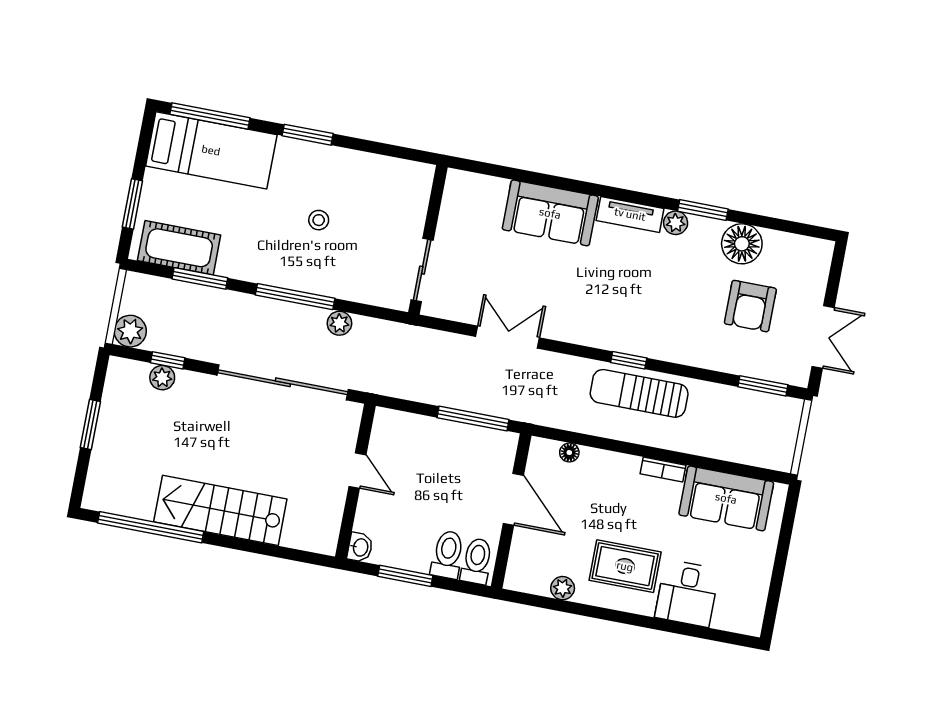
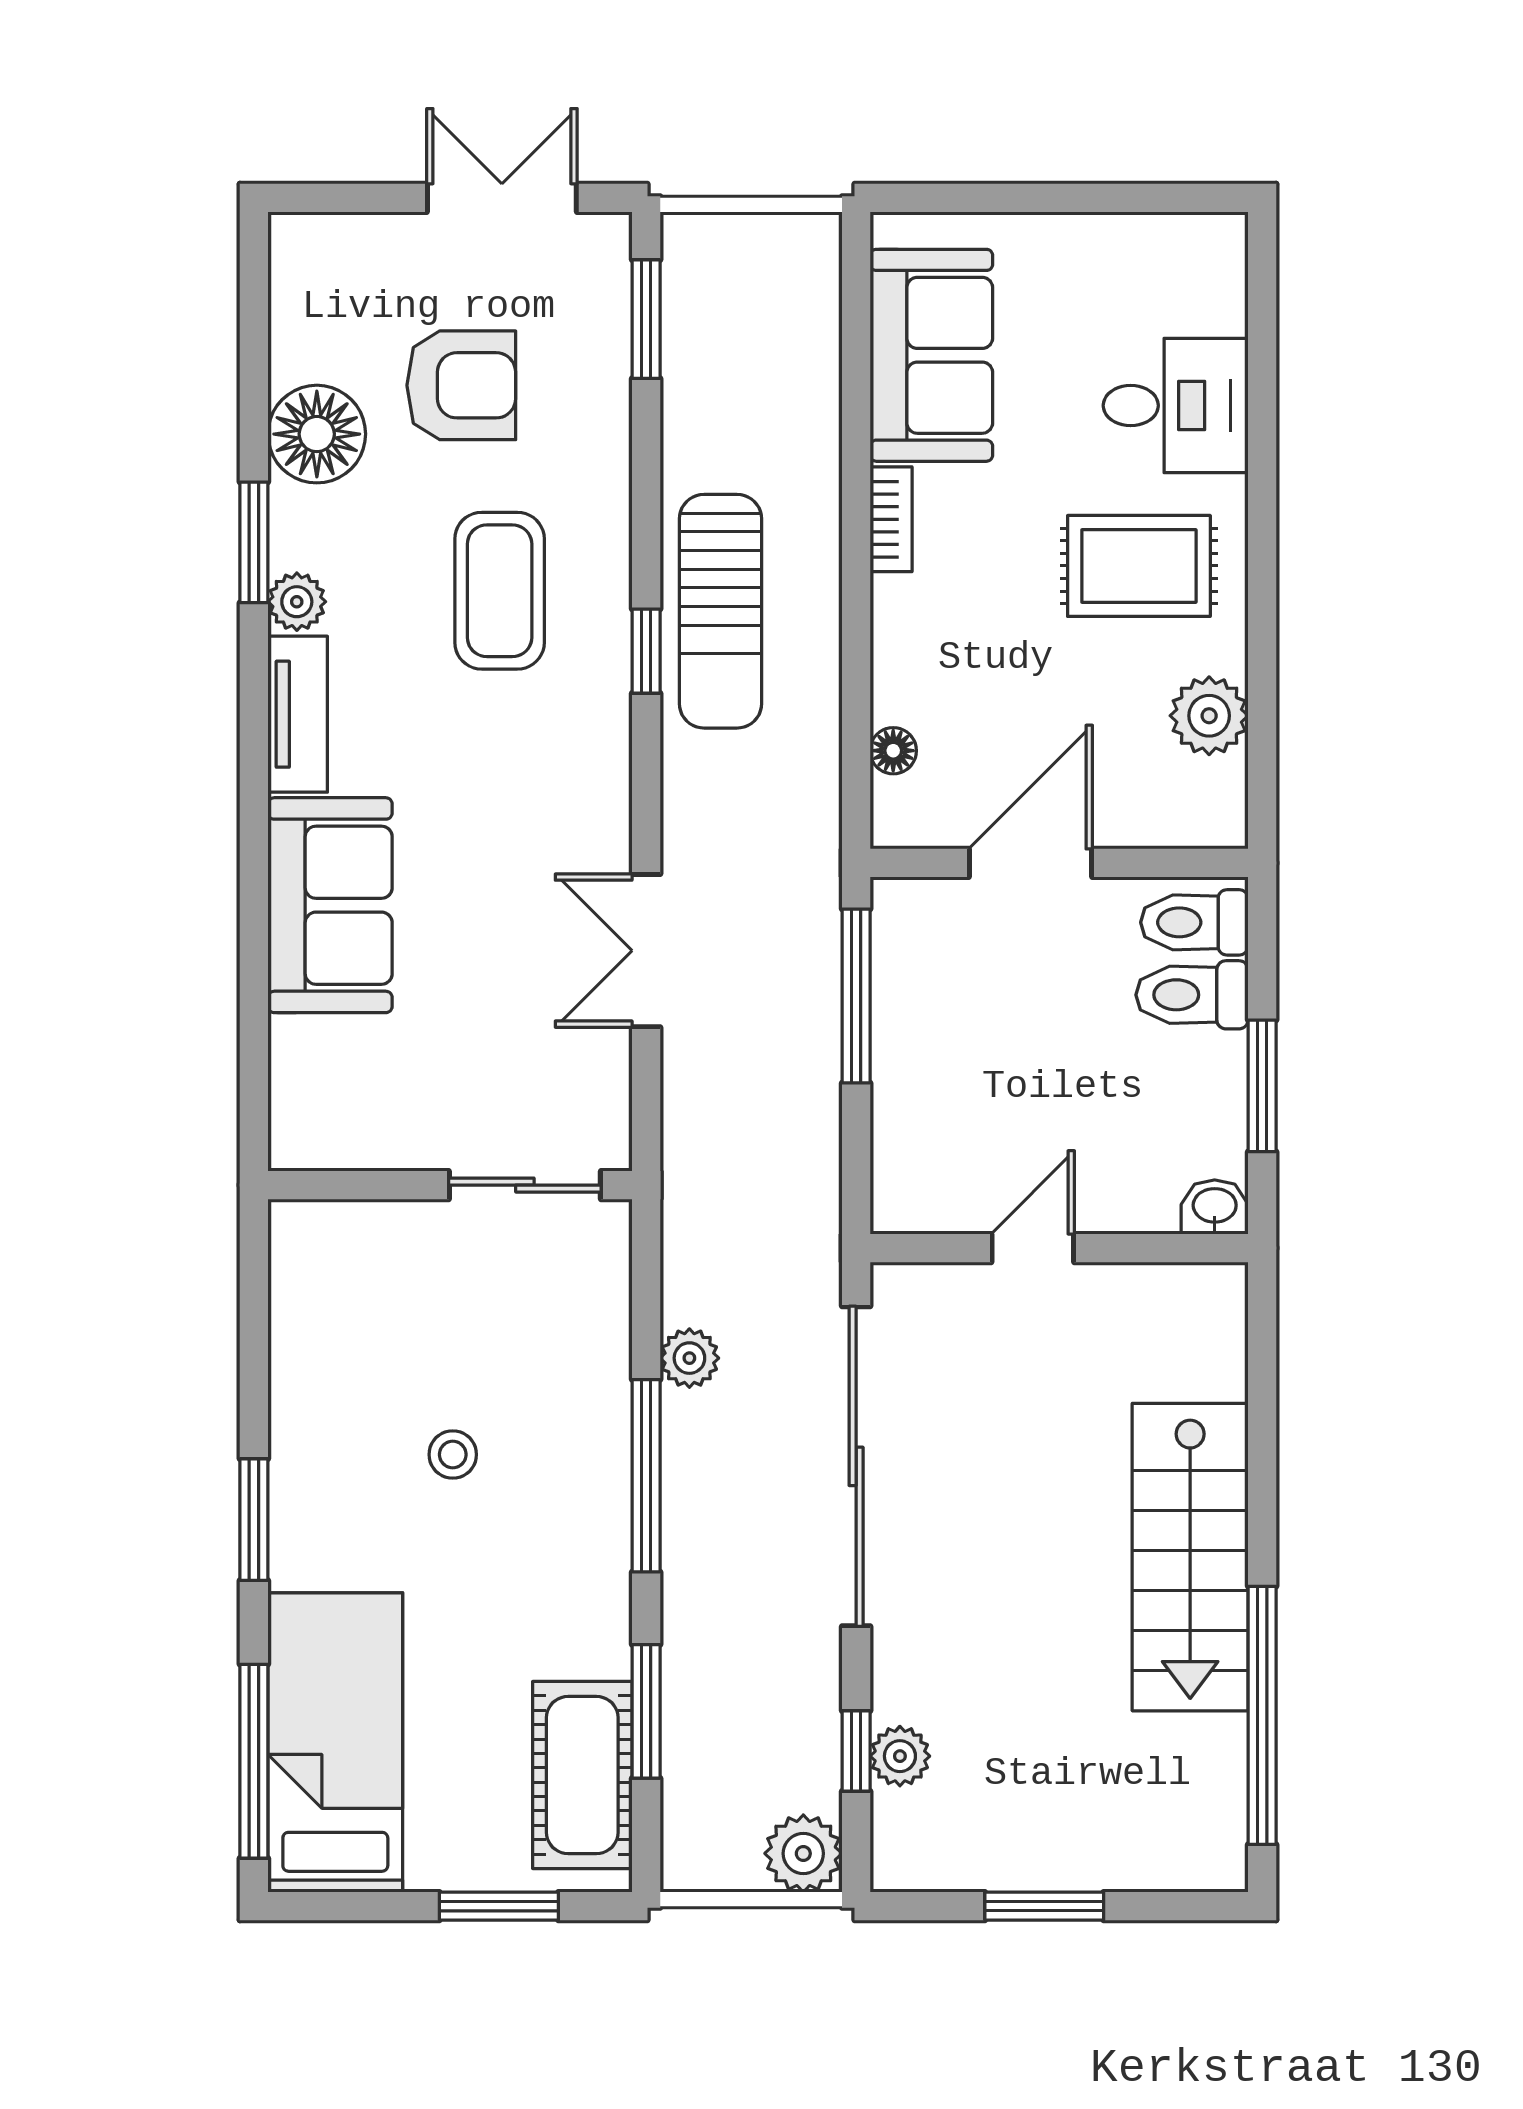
coffee table: (664, 306) -> (500, 591), added
rug: (625, 566) -> (1139, 566), turned 90
plant: (563, 588) -> (1209, 716), width x1.38, depth x1.38

